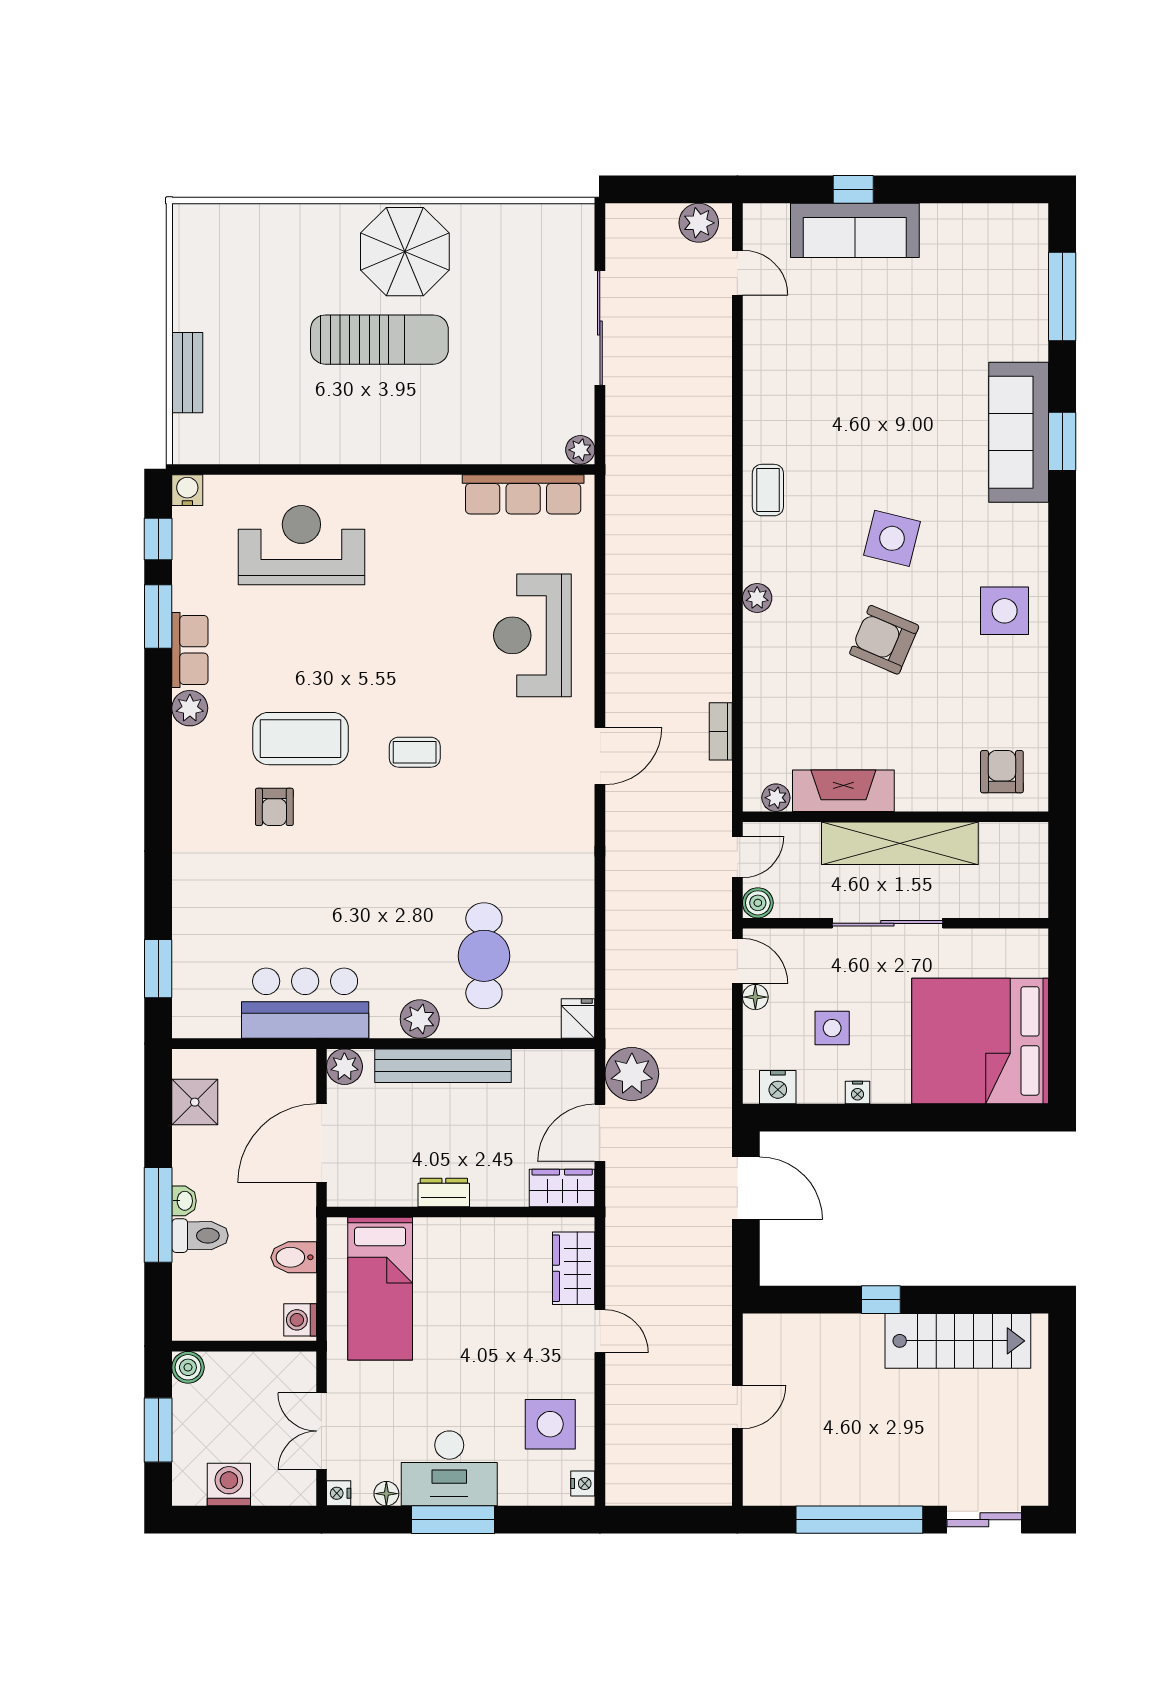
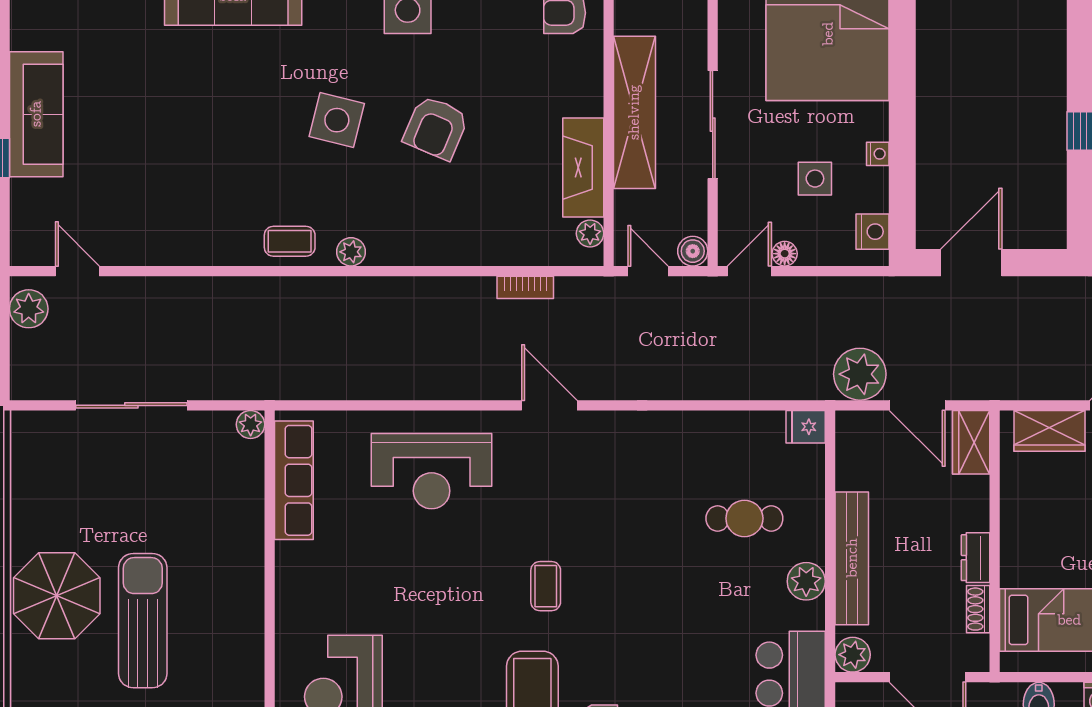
sofa: (855, 230) -> (36, 114), moved
door: (737, 273) -> (77, 271), hinge flipped
plant: (757, 598) -> (351, 252), moved
cafe table: (484, 956) -> (744, 518), width x0.73, depth x0.74
shoe rack: (391, 1195) -> (978, 609), added

